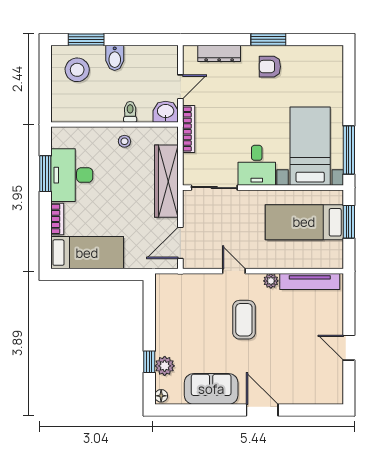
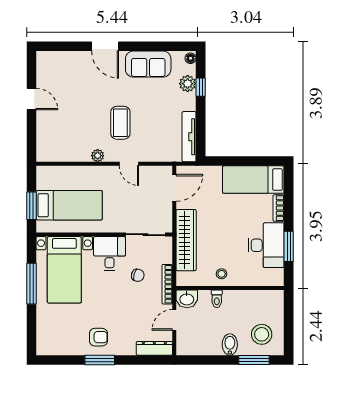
dresser: (219, 53) -> (154, 348), moved
chair: (223, 140) -> (138, 275), added
window: (349, 150) -> (32, 284), moved
tv unit: (310, 281) -> (189, 137), moved, turned -90

